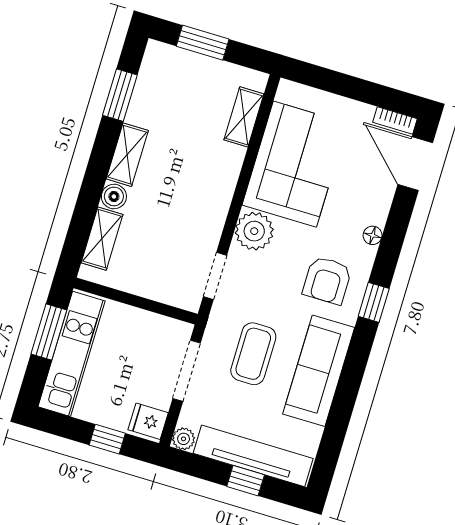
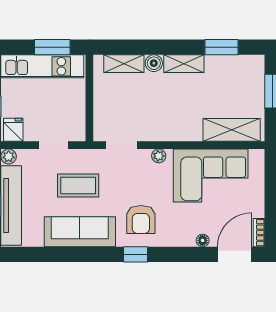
shelving: (244, 117) -> (232, 130), width x1.50, depth x1.33
plant: (254, 231) -> (159, 156), width x0.53, depth x0.53
floor lamp: (373, 235) -> (203, 240), moved
armchair: (327, 280) -> (141, 219), turned -90
doorway: (187, 371) -> (54, 145), width x0.73

